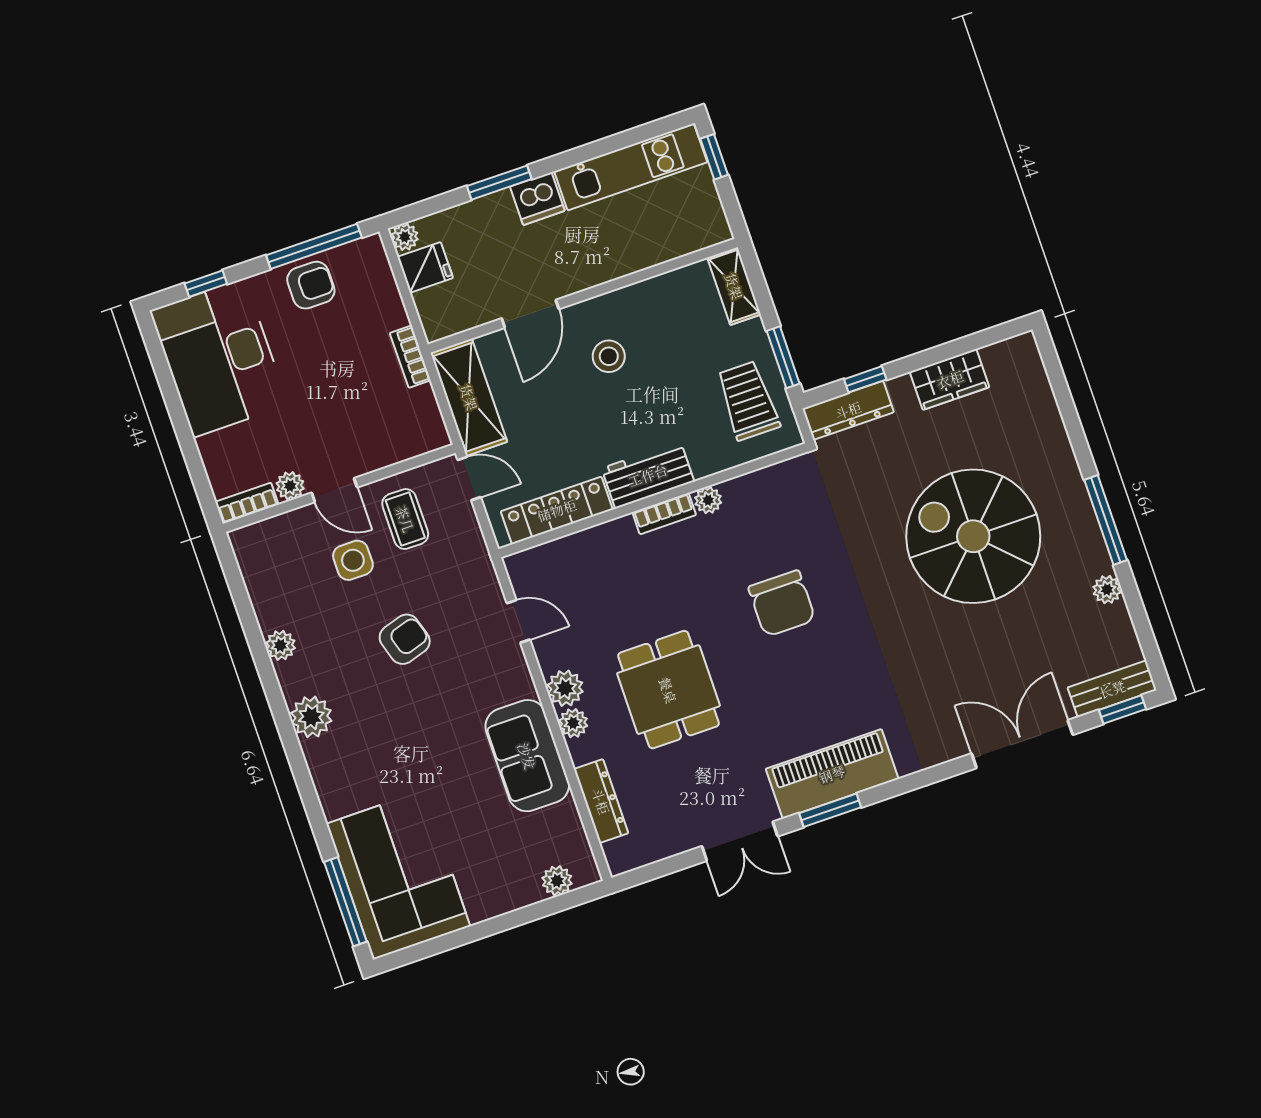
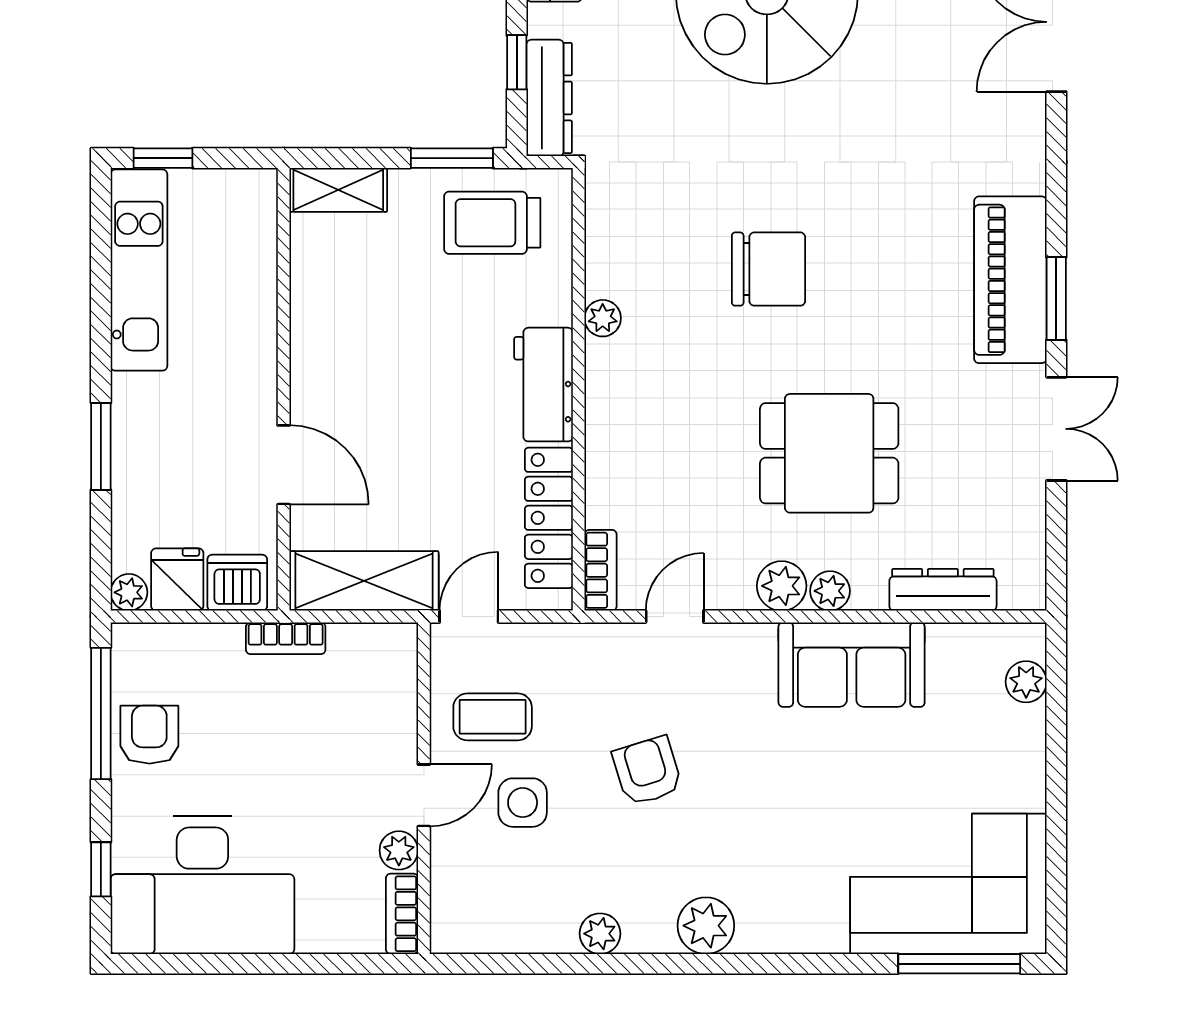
dishwasher: (537, 199) -> (237, 583), moved, turned -90
stool: (609, 356) -> (373, 382), removed
bookcase: (664, 514) -> (601, 570), moved

